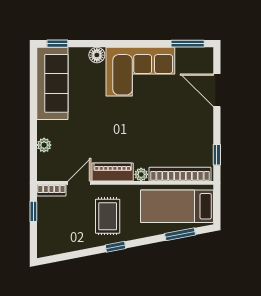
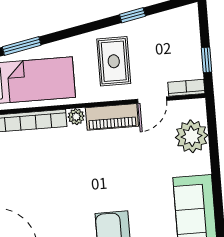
plant: (44, 145) -> (192, 136), width x1.88, depth x1.88
window: (116, 247) -> (132, 15), moved

